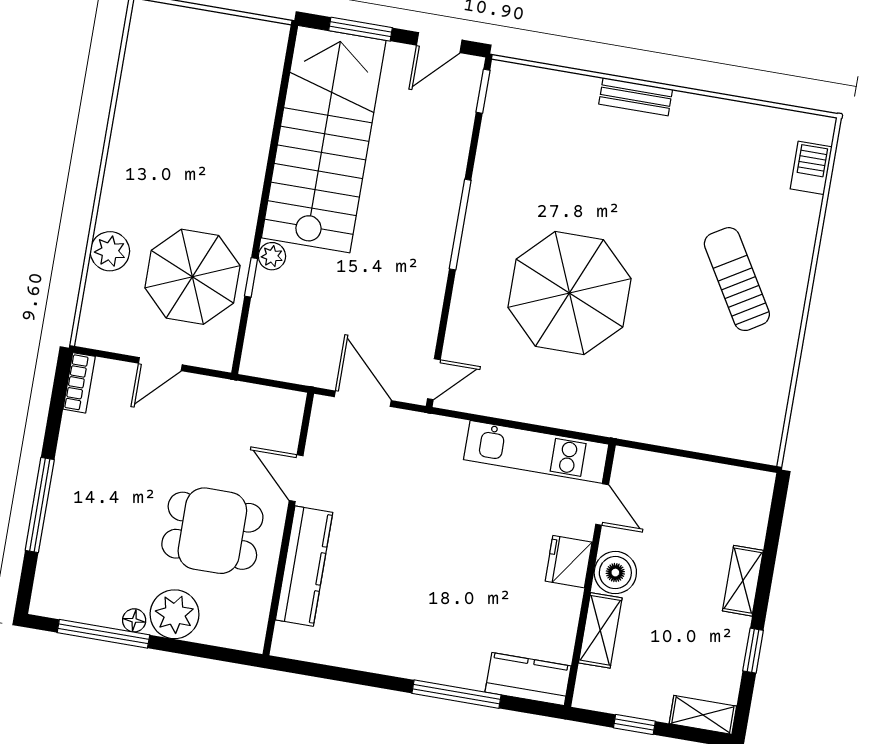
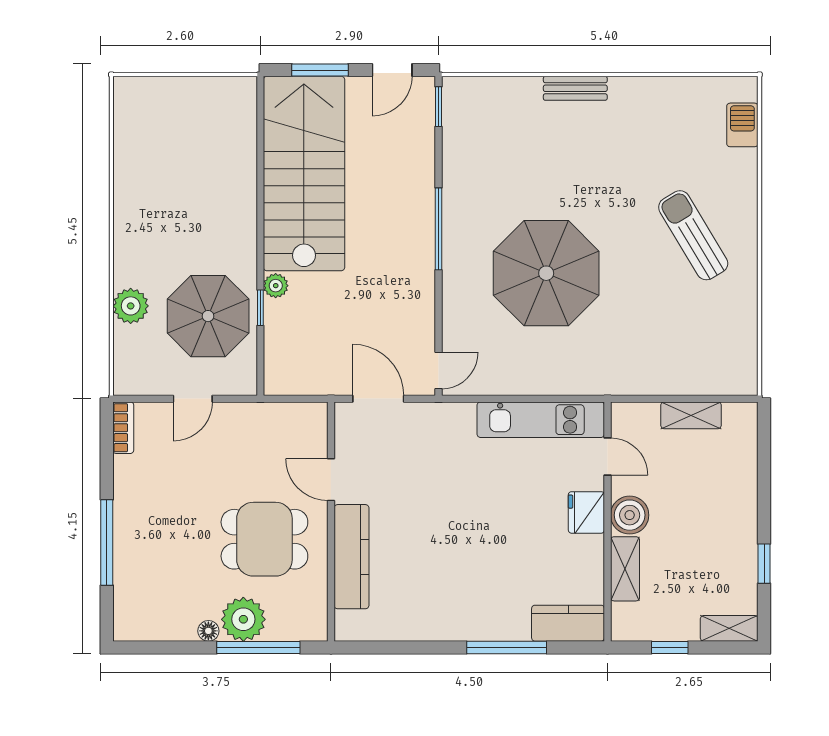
shelving: (743, 581) -> (691, 415), moved, turned 90
window: (103, 634) -> (258, 647), moved

